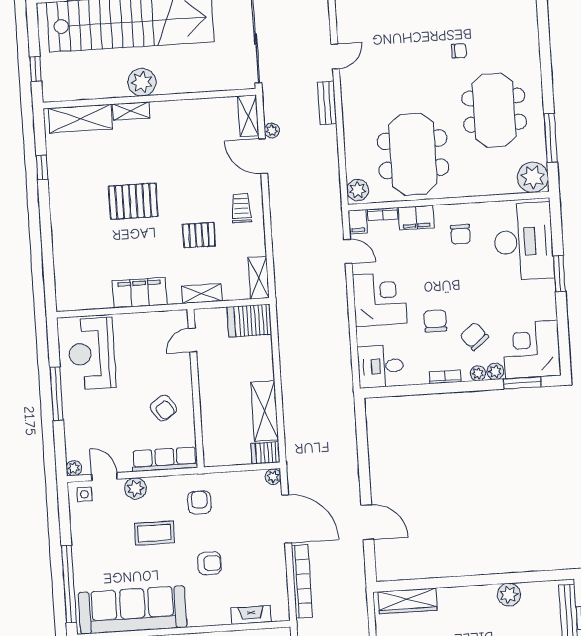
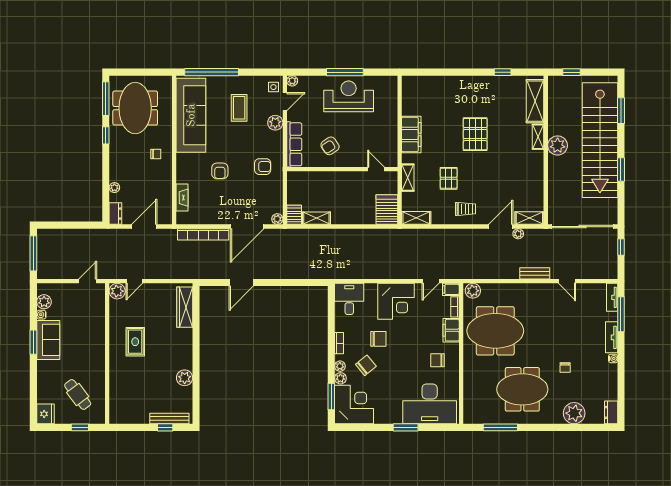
plant: (533, 177) -> (574, 413), moved
reception desk: (92, 354) -> (349, 96), moved
shelving: (265, 411) -> (316, 218), width x0.67, depth x0.75
coffee table: (154, 533) -> (239, 108), moved

